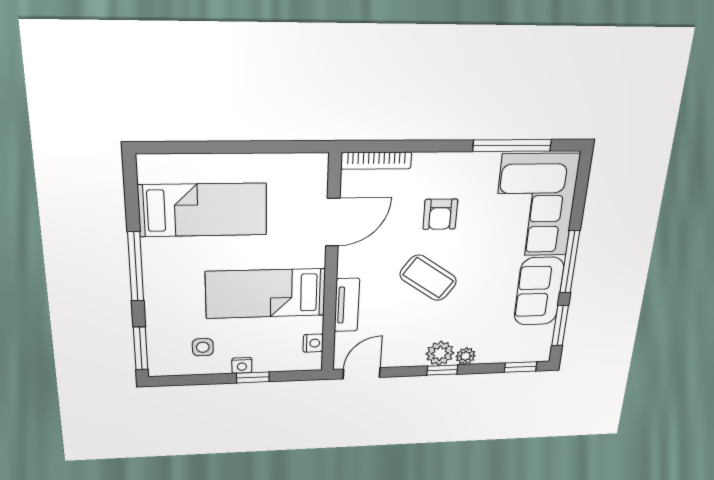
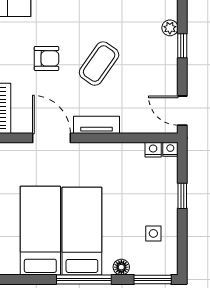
bed: (266, 294) -> (82, 231), moved, turned 180
tv unit: (347, 305) -> (96, 125), moved
floor lamp: (155, 311) -> (121, 267), added
plant: (440, 353) -> (166, 49), removed
nightstand: (242, 365) -> (170, 149), moved, turned -90

